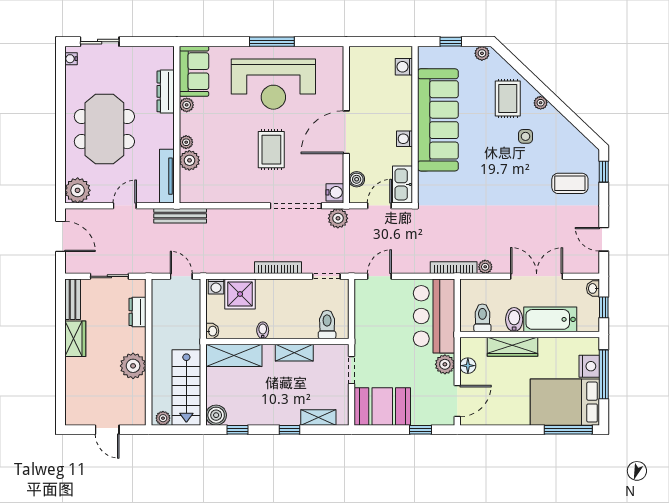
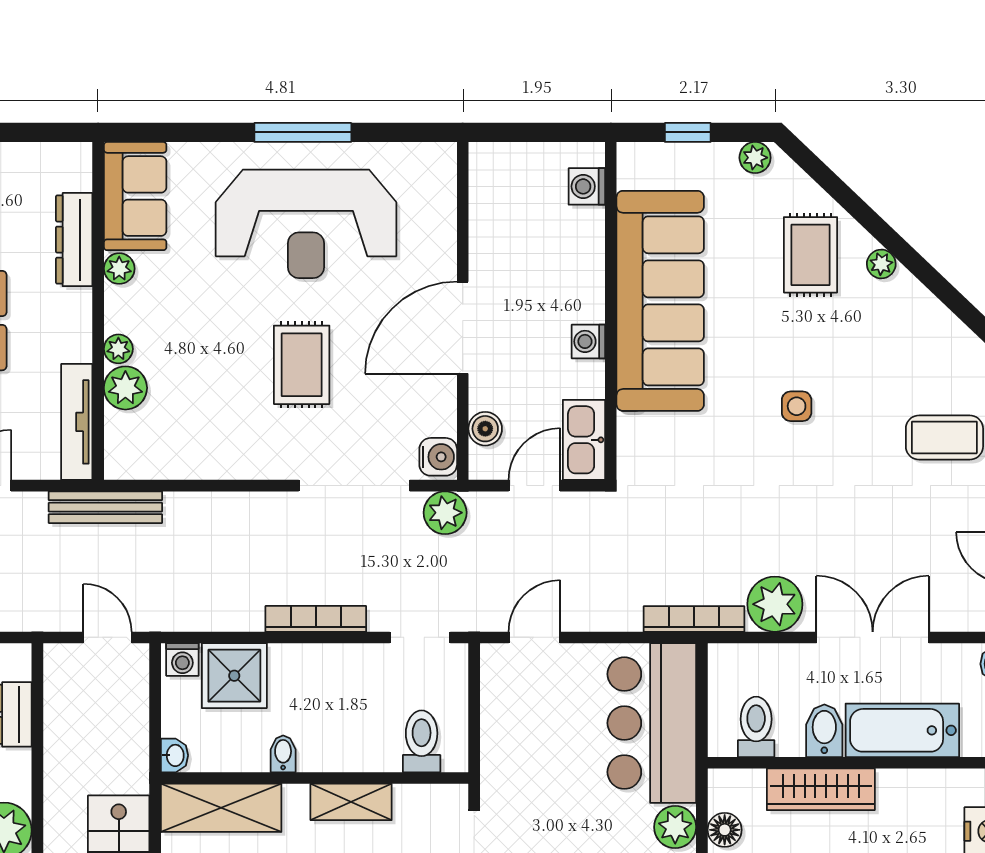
side table: (526, 136) -> (797, 406), moved
plant: (485, 267) -> (775, 604), width x1.88, depth x1.88

